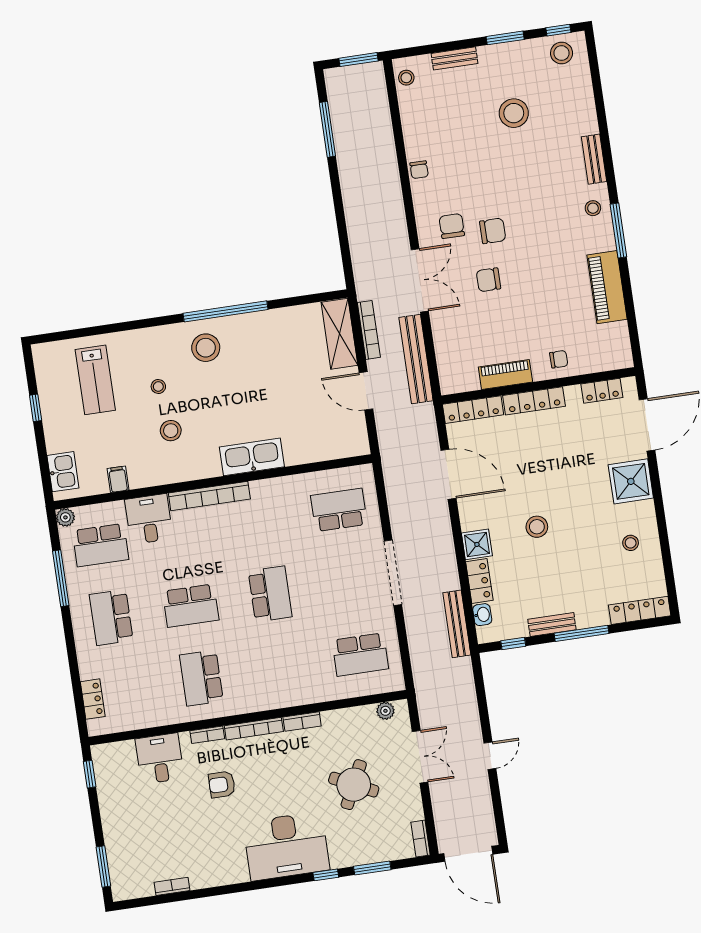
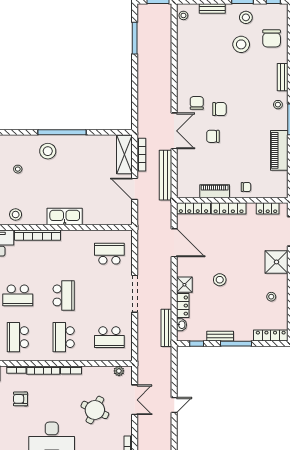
stool: (562, 53) -> (246, 17), moved
chair: (419, 170) -> (272, 38), moved, width x1.87, depth x1.87
stool: (171, 431) -> (16, 214), moved
school desk: (281, 666) -> (64, 337), added

